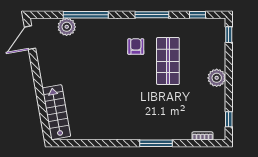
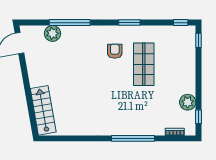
window: (152, 15) -> (129, 23), width x0.69
window: (197, 15) -> (181, 23), moved
plant: (217, 78) -> (188, 102), moved
window: (156, 143) -> (133, 138), width x1.46

